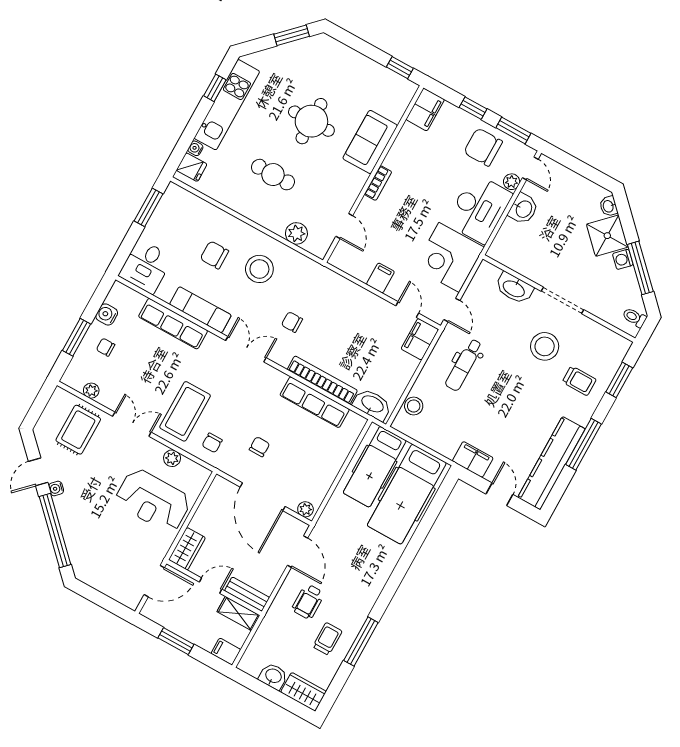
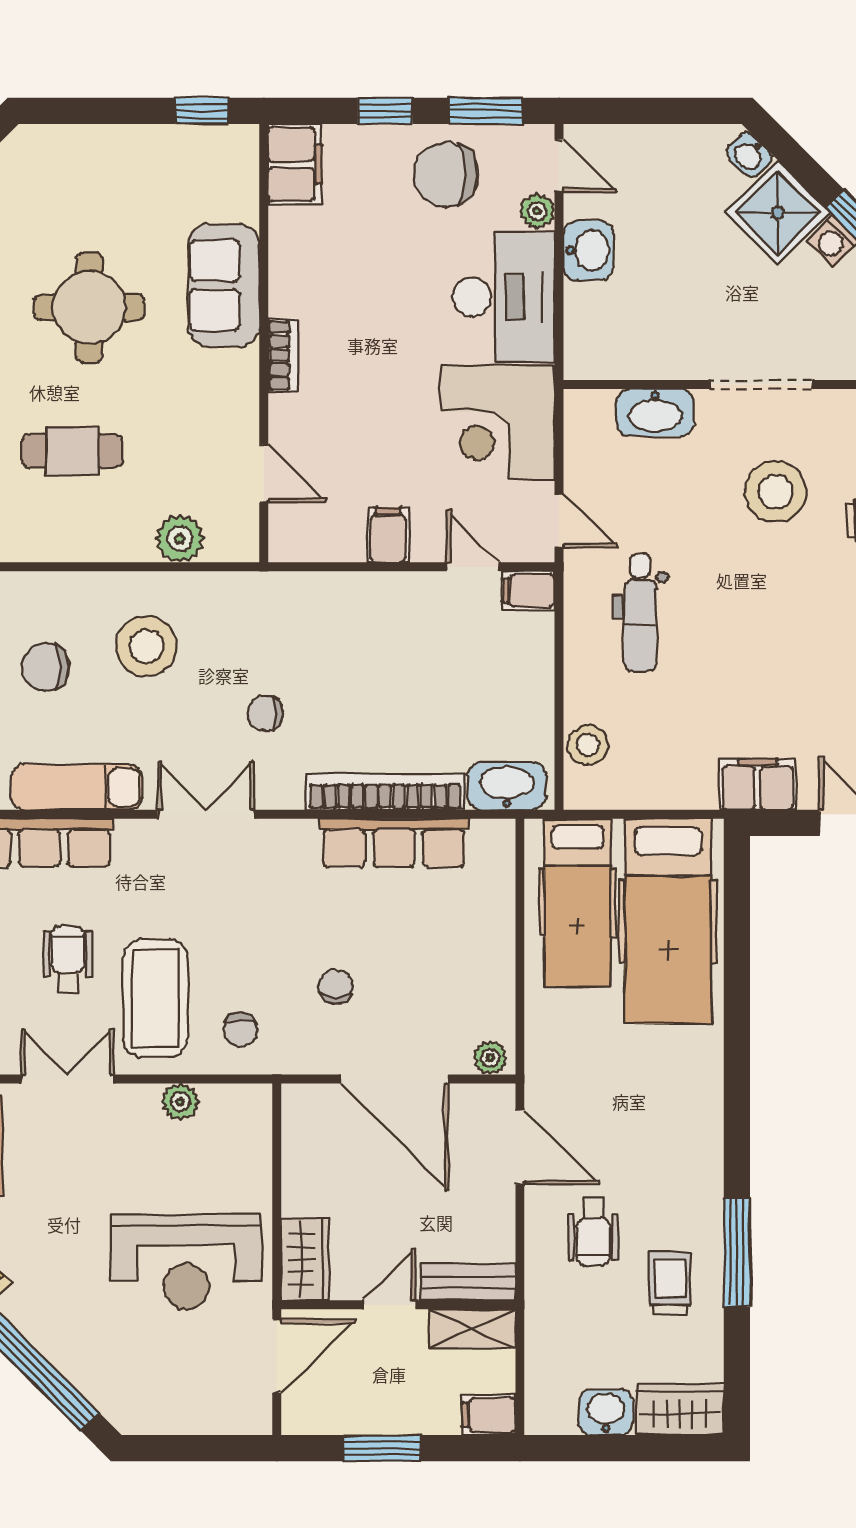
filing cabinet: (420, 339) -> (529, 591), width x0.50
wheelchair: (159, 377) -> (68, 959), added
reception desk: (153, 501) -> (186, 1262), moved

